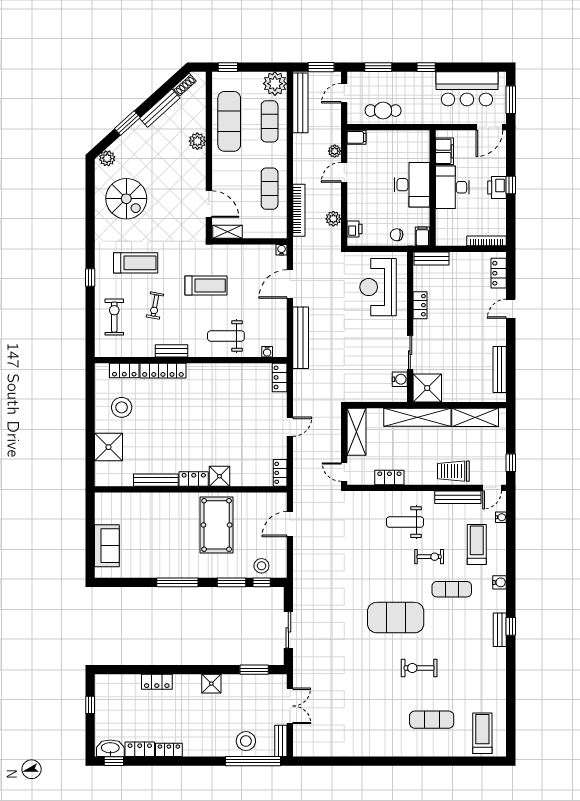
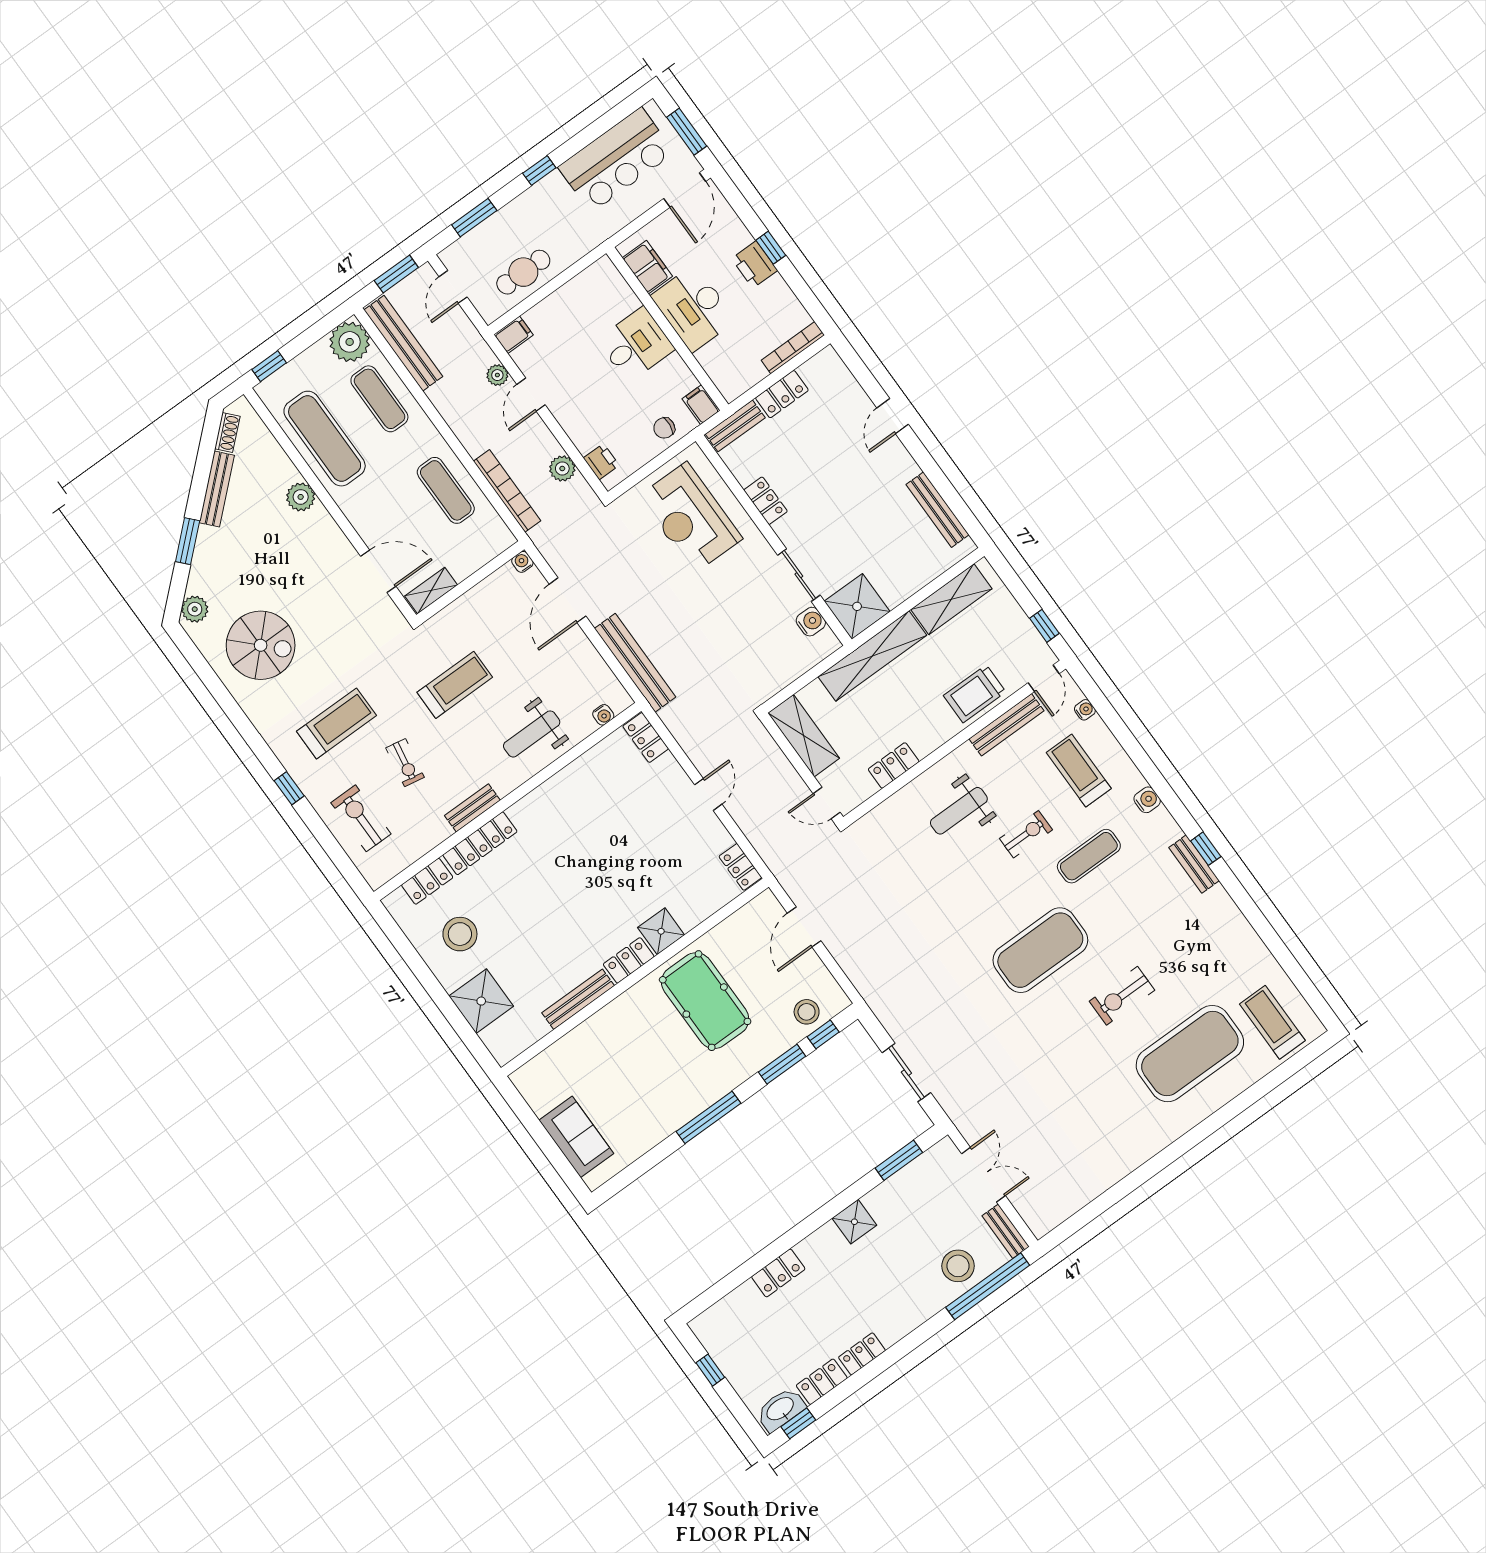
desk: (412, 185) -> (636, 345), width x0.73
locker: (499, 273) -> (782, 394), moved, turned -90
exercise mat: (432, 720) -> (1190, 1054), width x2.00, depth x1.45

